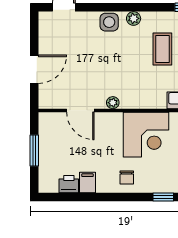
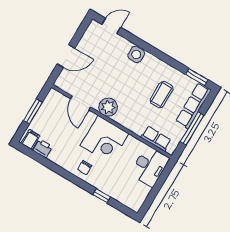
plant: (134, 18) -> (154, 62), removed
plant: (113, 103) -> (108, 107), width x1.88, depth x1.88
corner desk: (146, 135) -> (105, 140), moved
filing cabinet: (87, 182) -> (31, 140), moved

